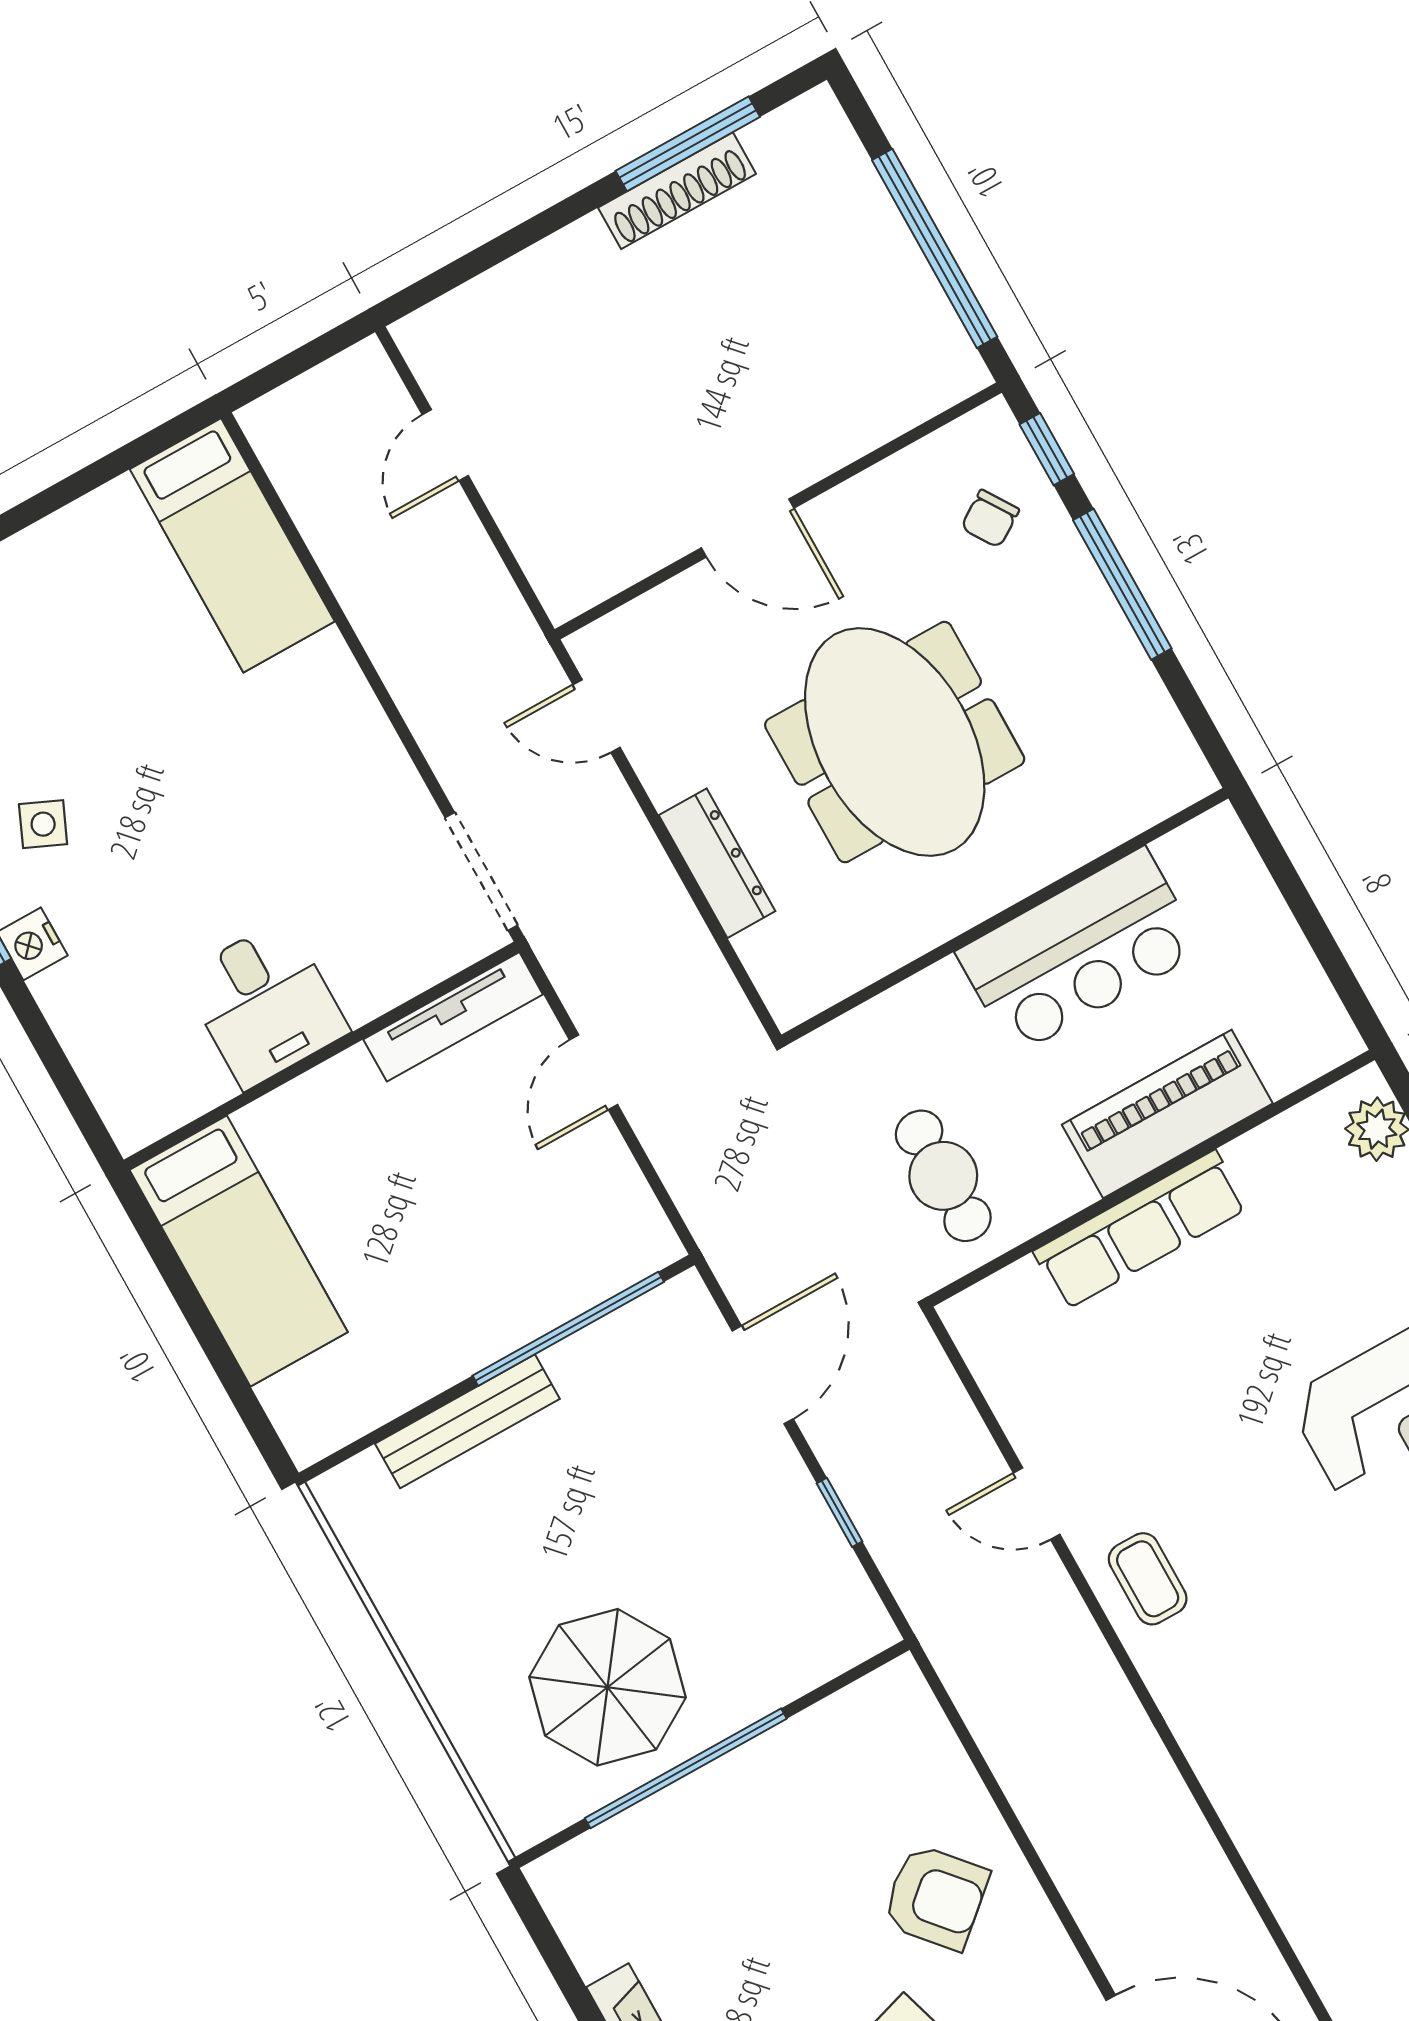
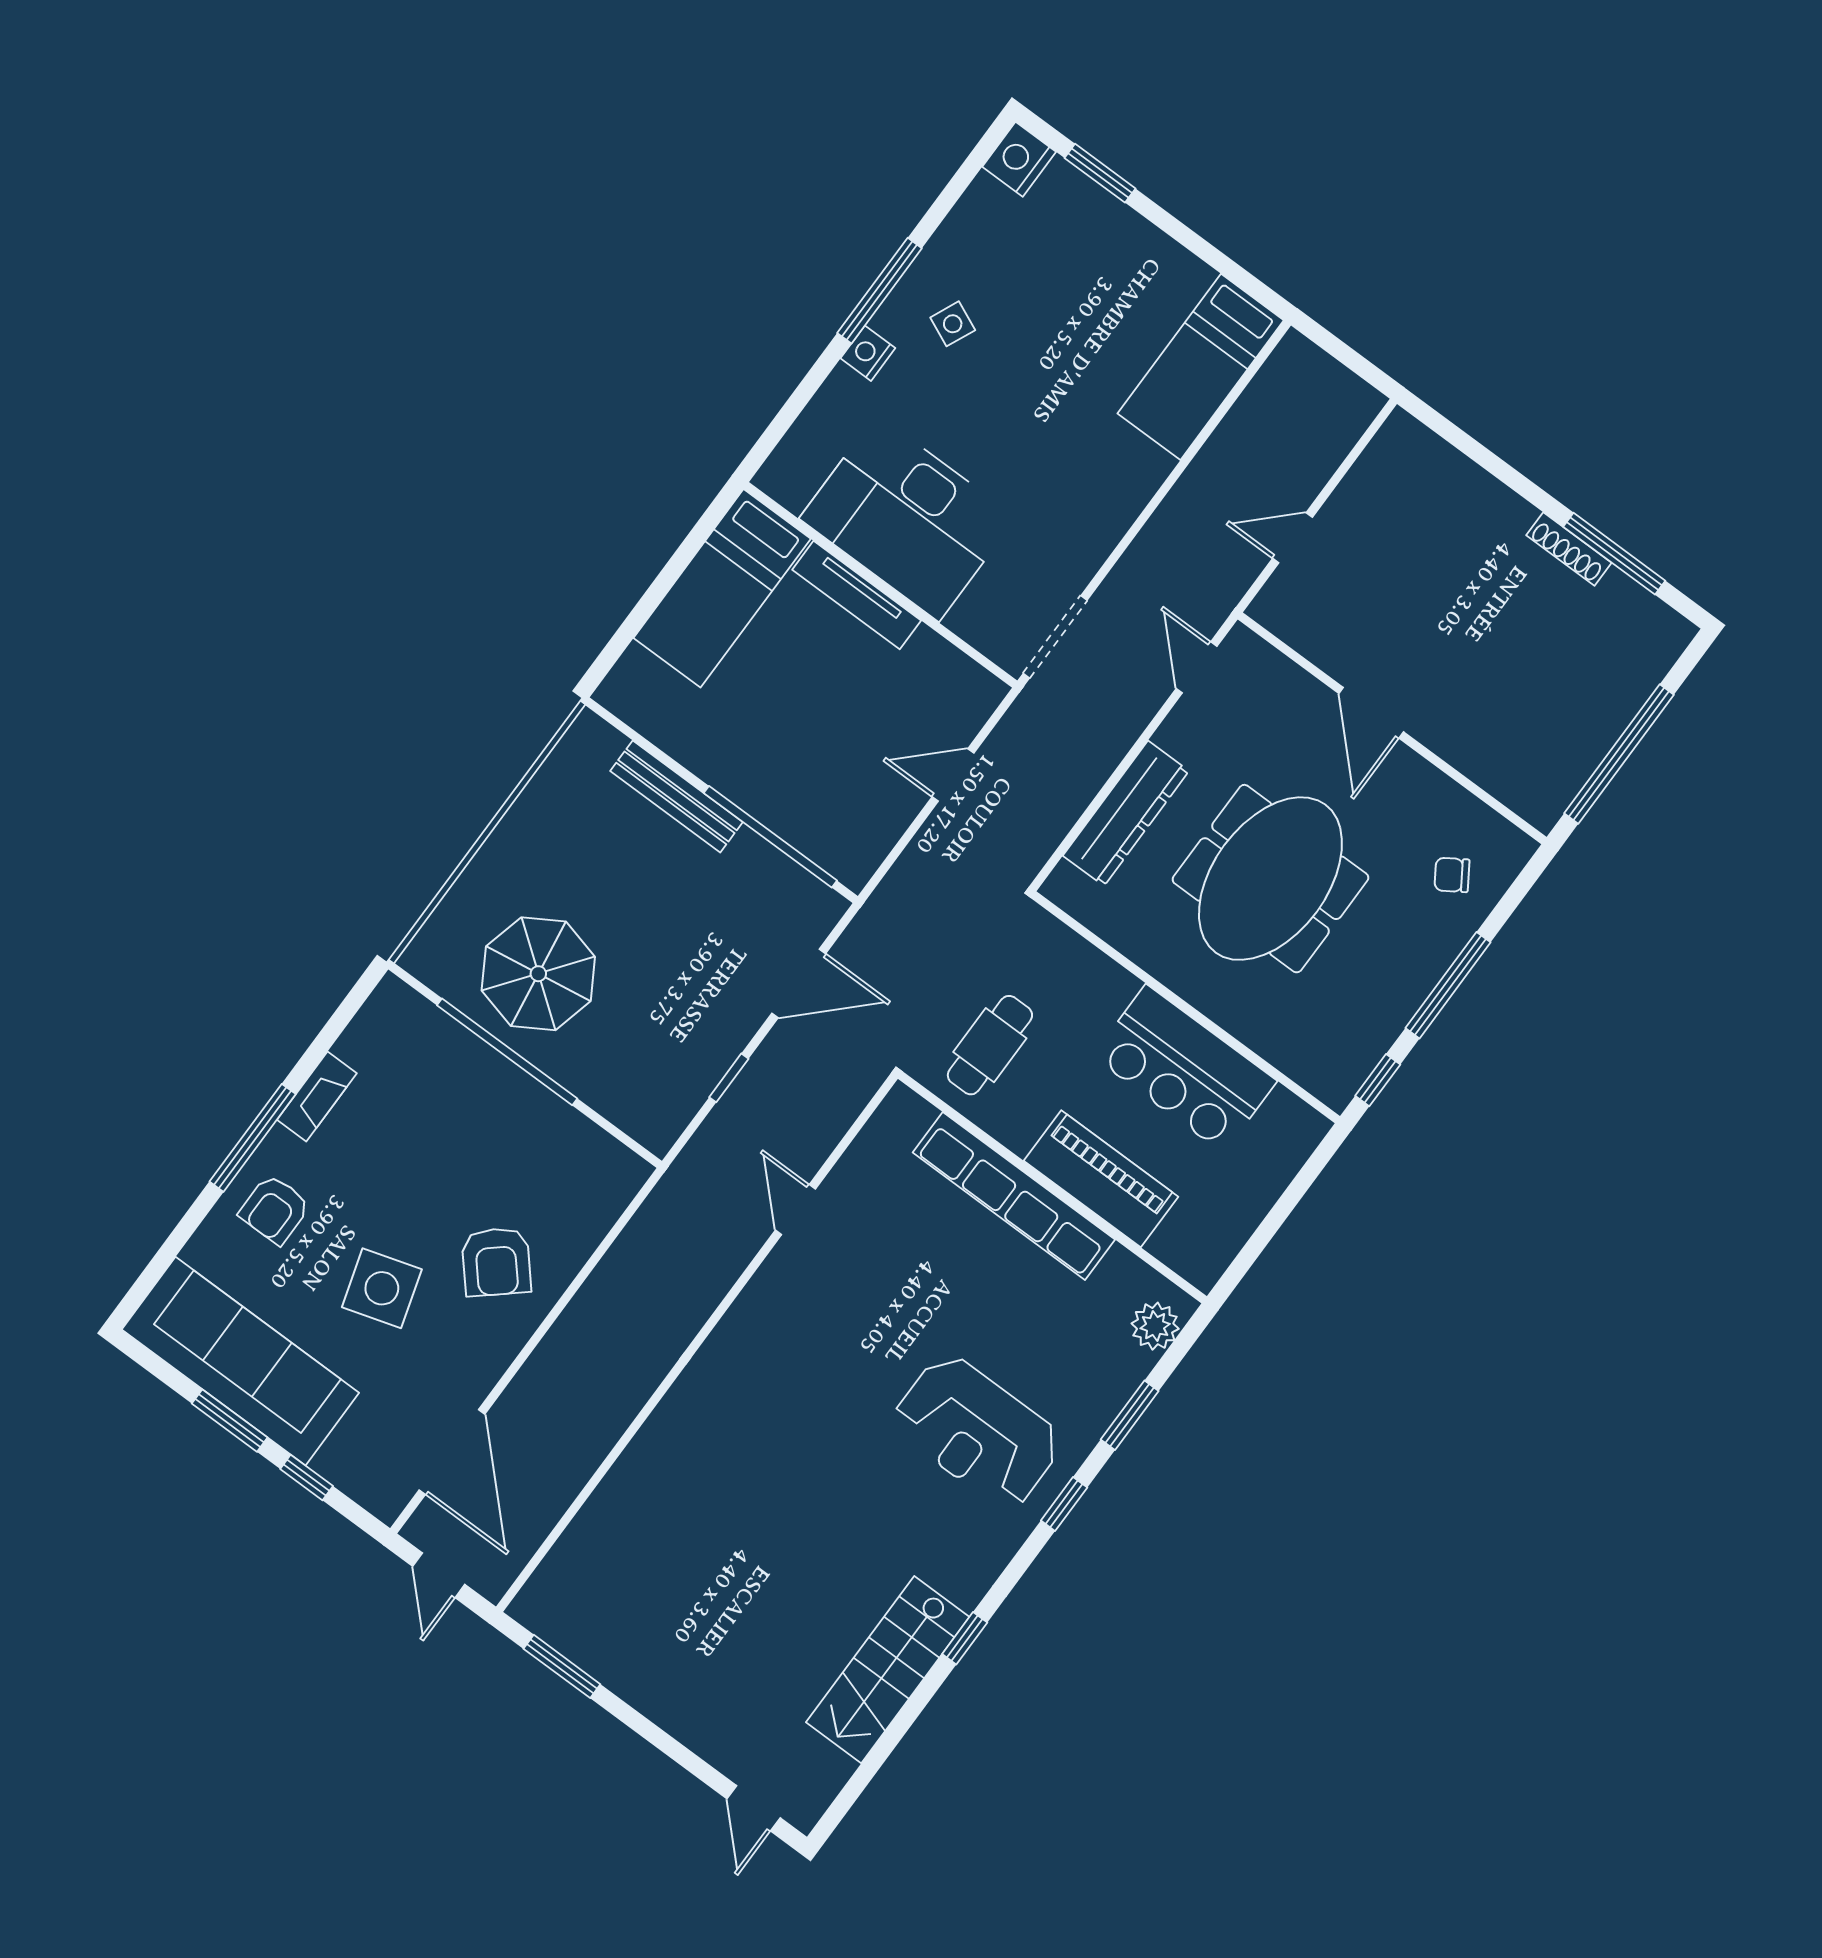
shoe rack: (677, 191) -> (1569, 549), width x0.74, depth x0.81
door: (445, 445) -> (1292, 538), moved
window: (1047, 449) -> (1378, 1080), moved
dresser: (717, 863) -> (1126, 813), width x1.37, depth x1.24
desk: (265, 1004) -> (908, 518), width x1.87, depth x1.30
tv unit: (453, 1017) -> (857, 595), moved
row of seats: (1140, 1230) -> (1014, 1196), width x1.36
coffee table: (1148, 1579) -> (778, 1308), removed

